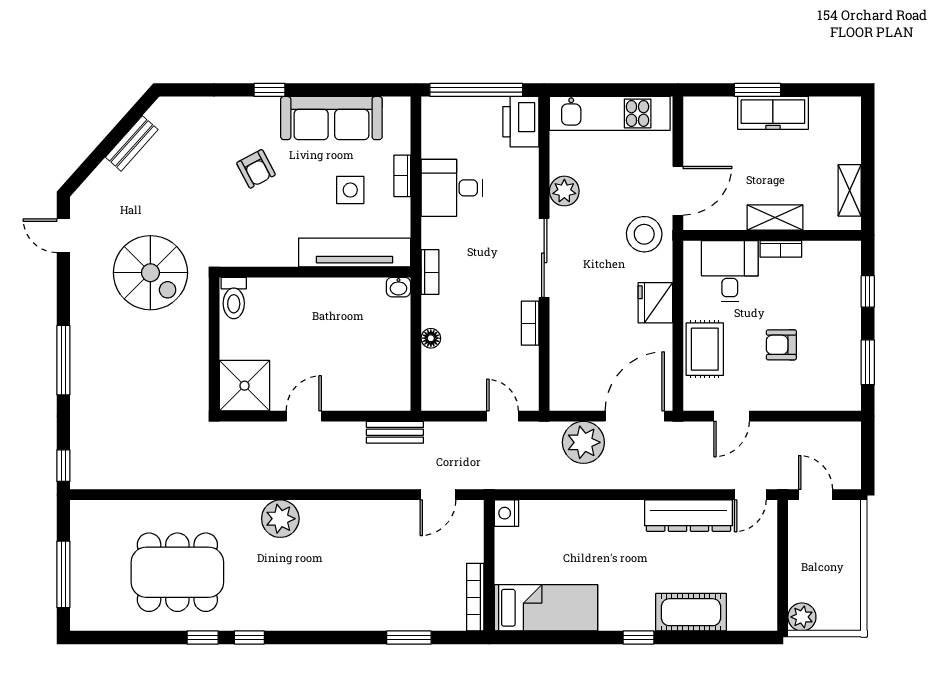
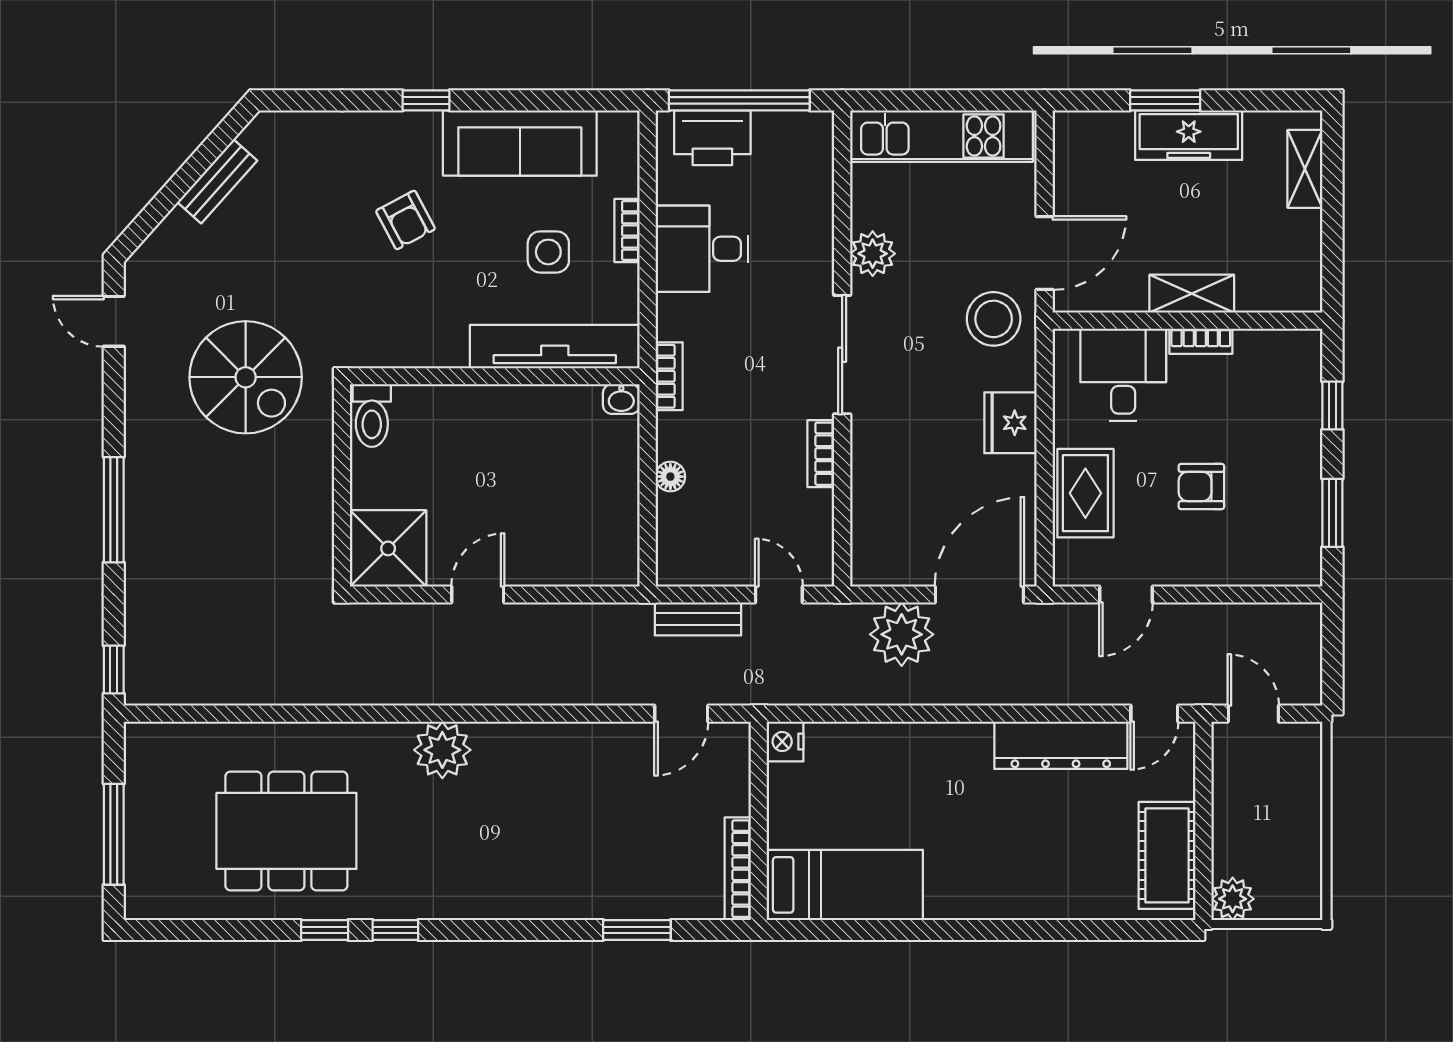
printer: (521, 122) -> (712, 138), moved, turned -90
shelving: (850, 190) -> (1305, 169), moved
bench: (395, 432) -> (698, 619), moved
cot: (691, 612) -> (1167, 855), moved, turned 90
window: (638, 638) -> (985, 930), removed

